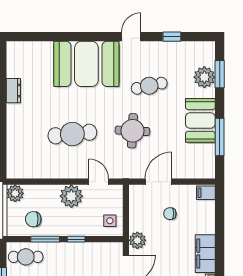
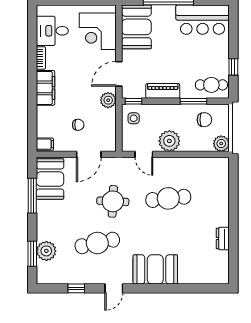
booth: (86, 64) -> (155, 269), width x0.73, depth x0.70
cafe table: (149, 86) -> (97, 243), width x1.37, depth x1.35
booth: (200, 120) -> (50, 179), moved
window: (76, 239) -> (134, 101), moved
piano: (78, 250) -> (163, 91), added

